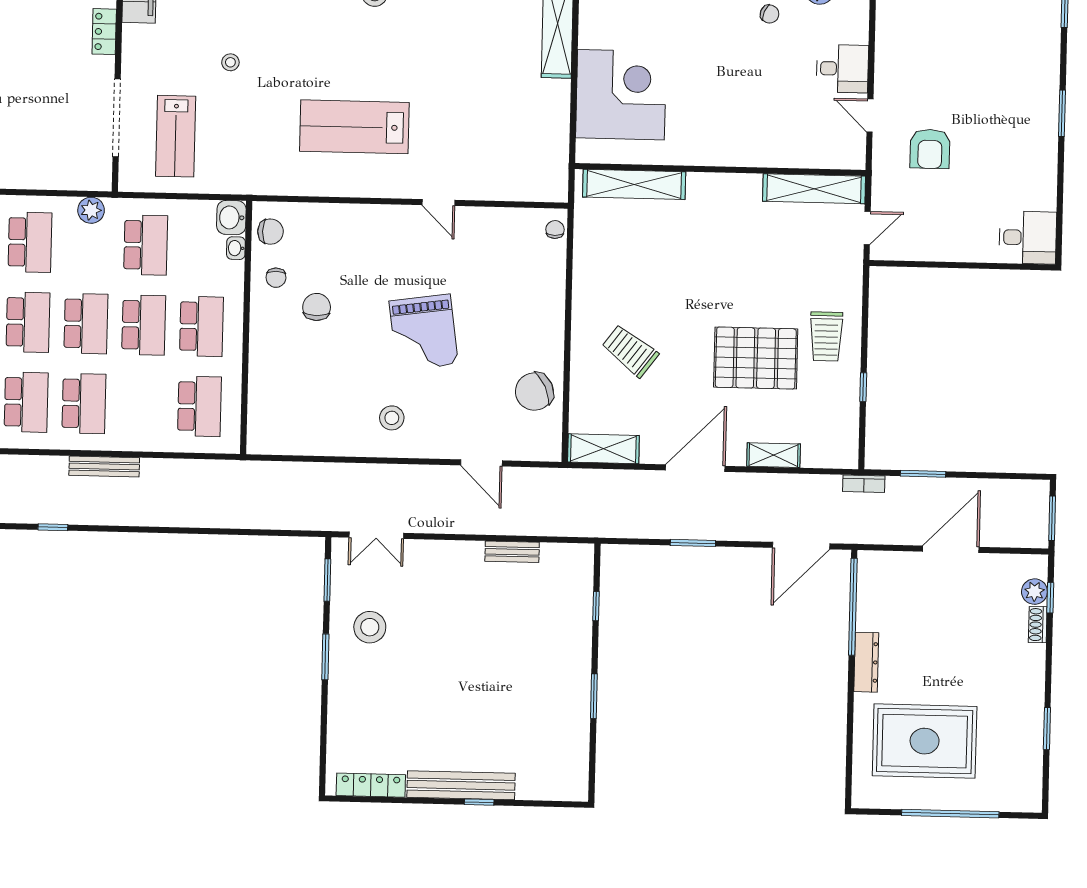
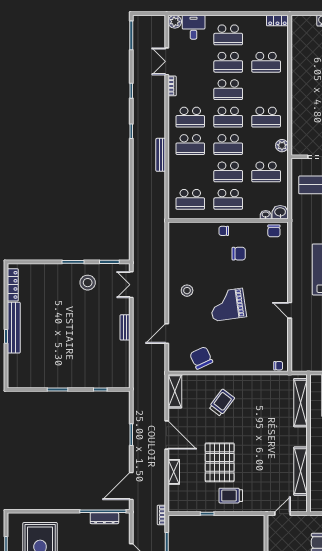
shelving: (814, 189) -> (301, 471), moved
door: (438, 203) -> (290, 310), hinge flipped
door: (867, 228) -> (283, 514), swing flipped
chair: (276, 278) -> (224, 231), moved
door: (801, 546) -> (131, 486), hinge flipped
bench: (512, 552) -> (125, 327), moved
dresser: (866, 662) -> (104, 518), moved

